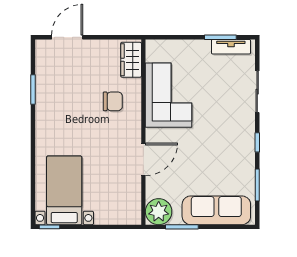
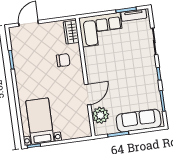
corner sofa: (169, 95) -> (101, 30), moved, turned 90
plant: (159, 212) -> (100, 115), moved

